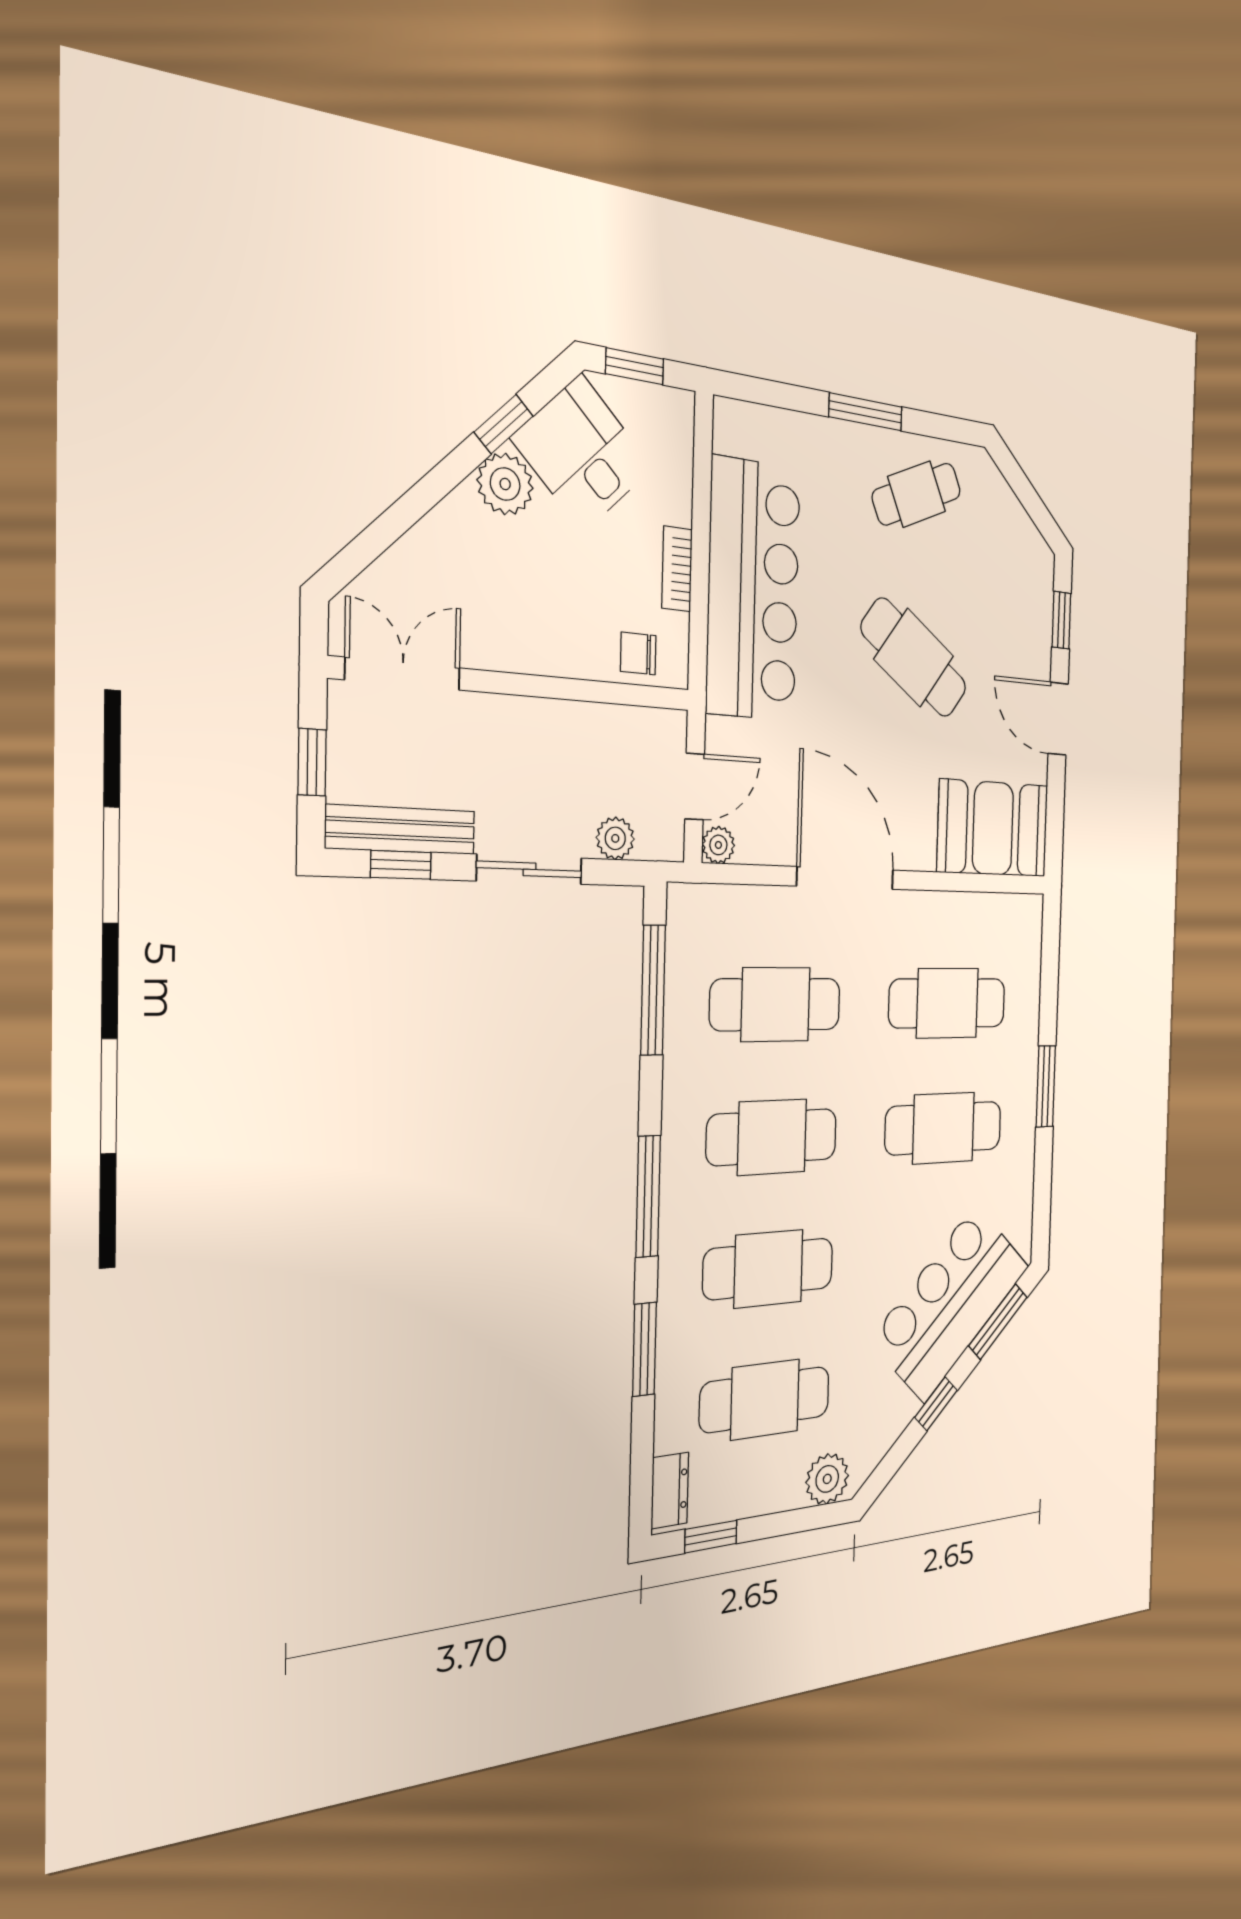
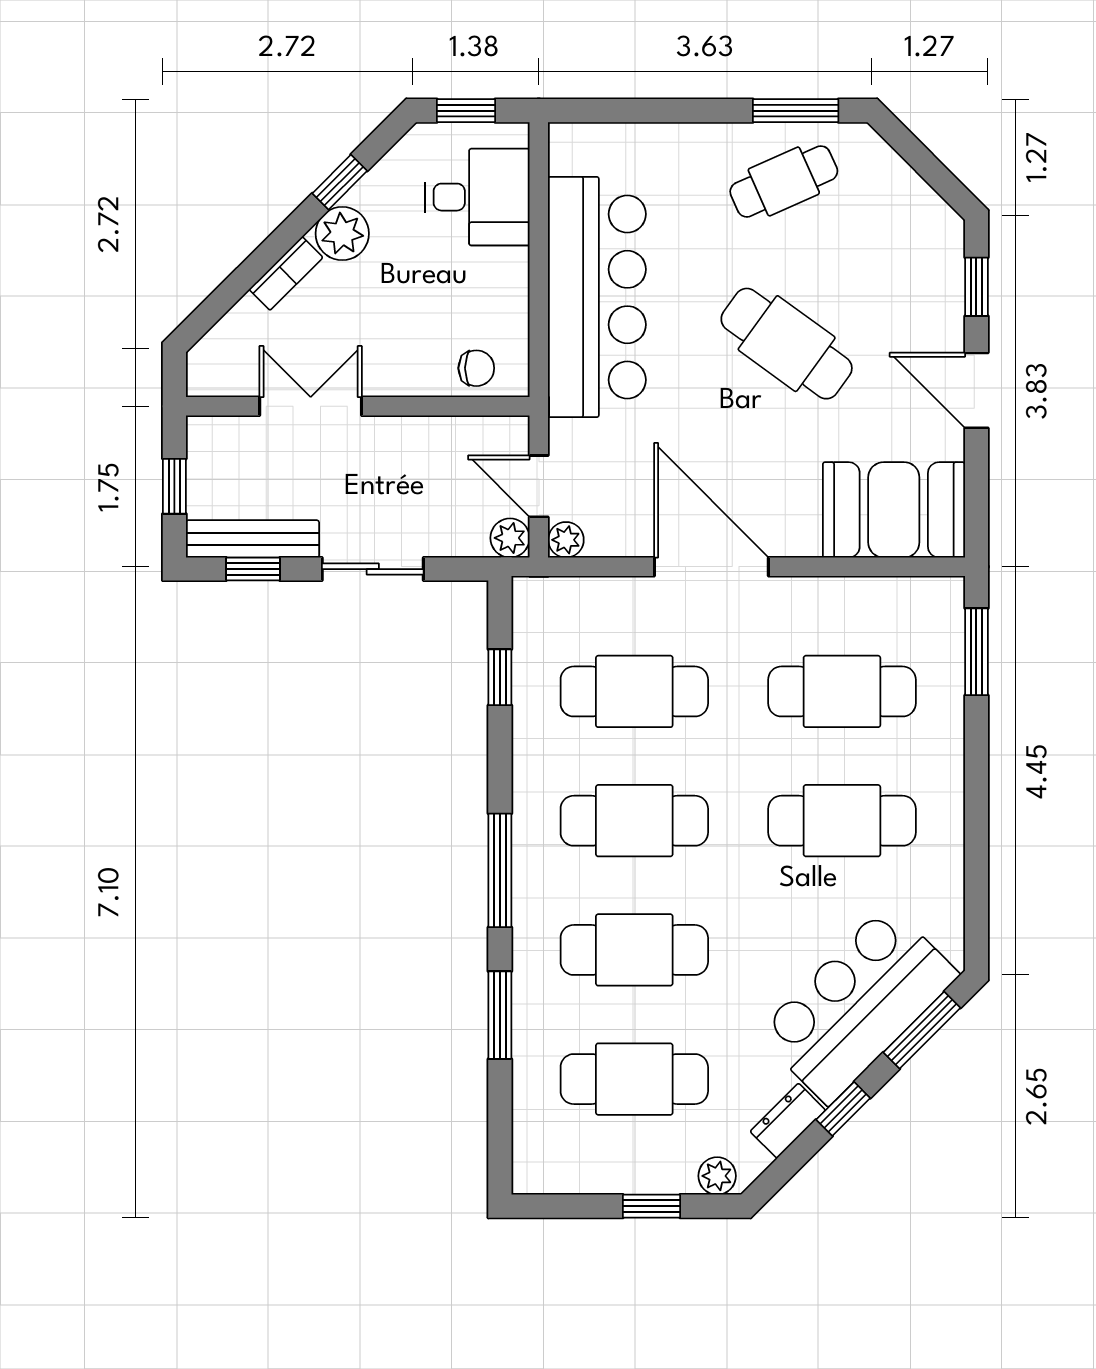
window: (866, 412) -> (796, 111), moved
desk: (582, 453) -> (477, 197), moved, turned 135
bookcase: (677, 569) -> (286, 273), moved, turned -135
chair: (638, 653) -> (476, 368), turned 180
double door: (403, 674) -> (311, 406), moved
door: (695, 787) -> (539, 486), swing flipped
plant: (615, 838) -> (510, 538), moved
window: (653, 990) -> (500, 677), width x0.46
window: (1046, 1086) -> (976, 652), moved
plant: (827, 1479) -> (717, 1176), width x0.73, depth x0.73
dresser: (670, 1491) -> (788, 1121), moved, turned -135
window: (711, 1537) -> (652, 1206), moved

